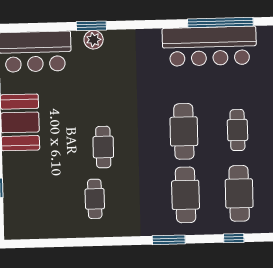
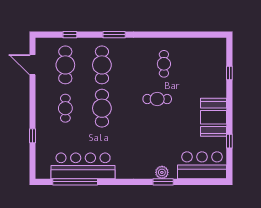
cafe table: (103, 147) -> (157, 99), turned 90

